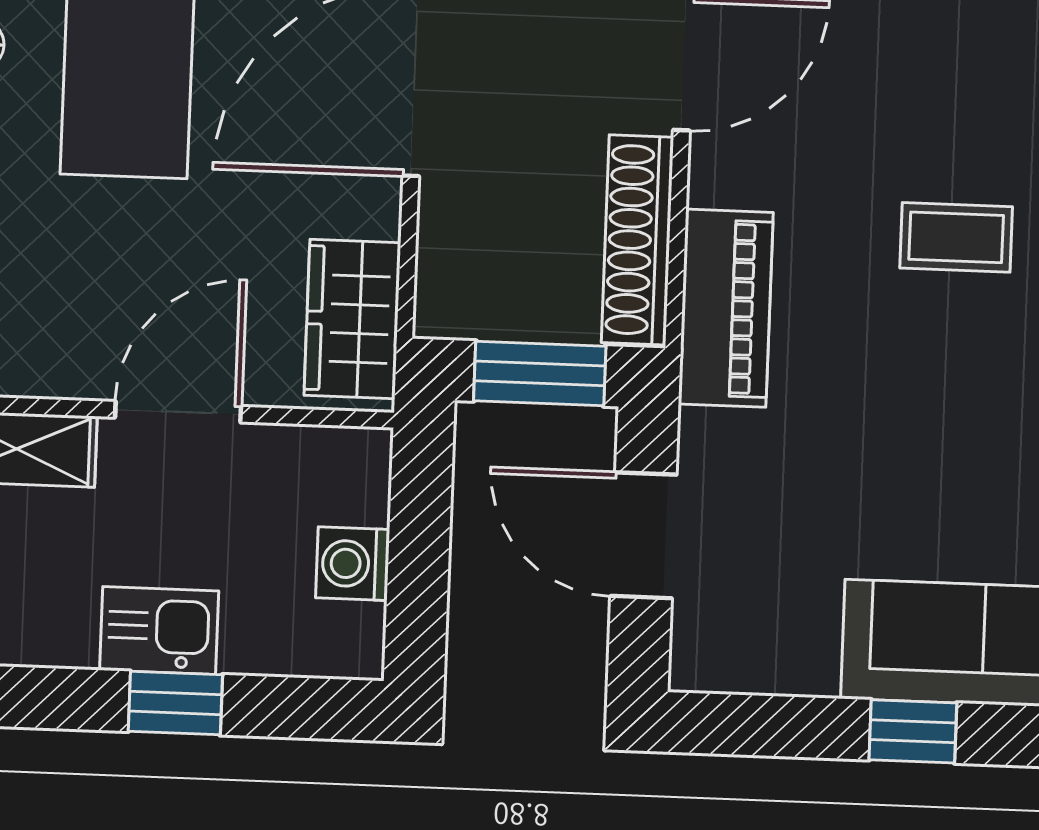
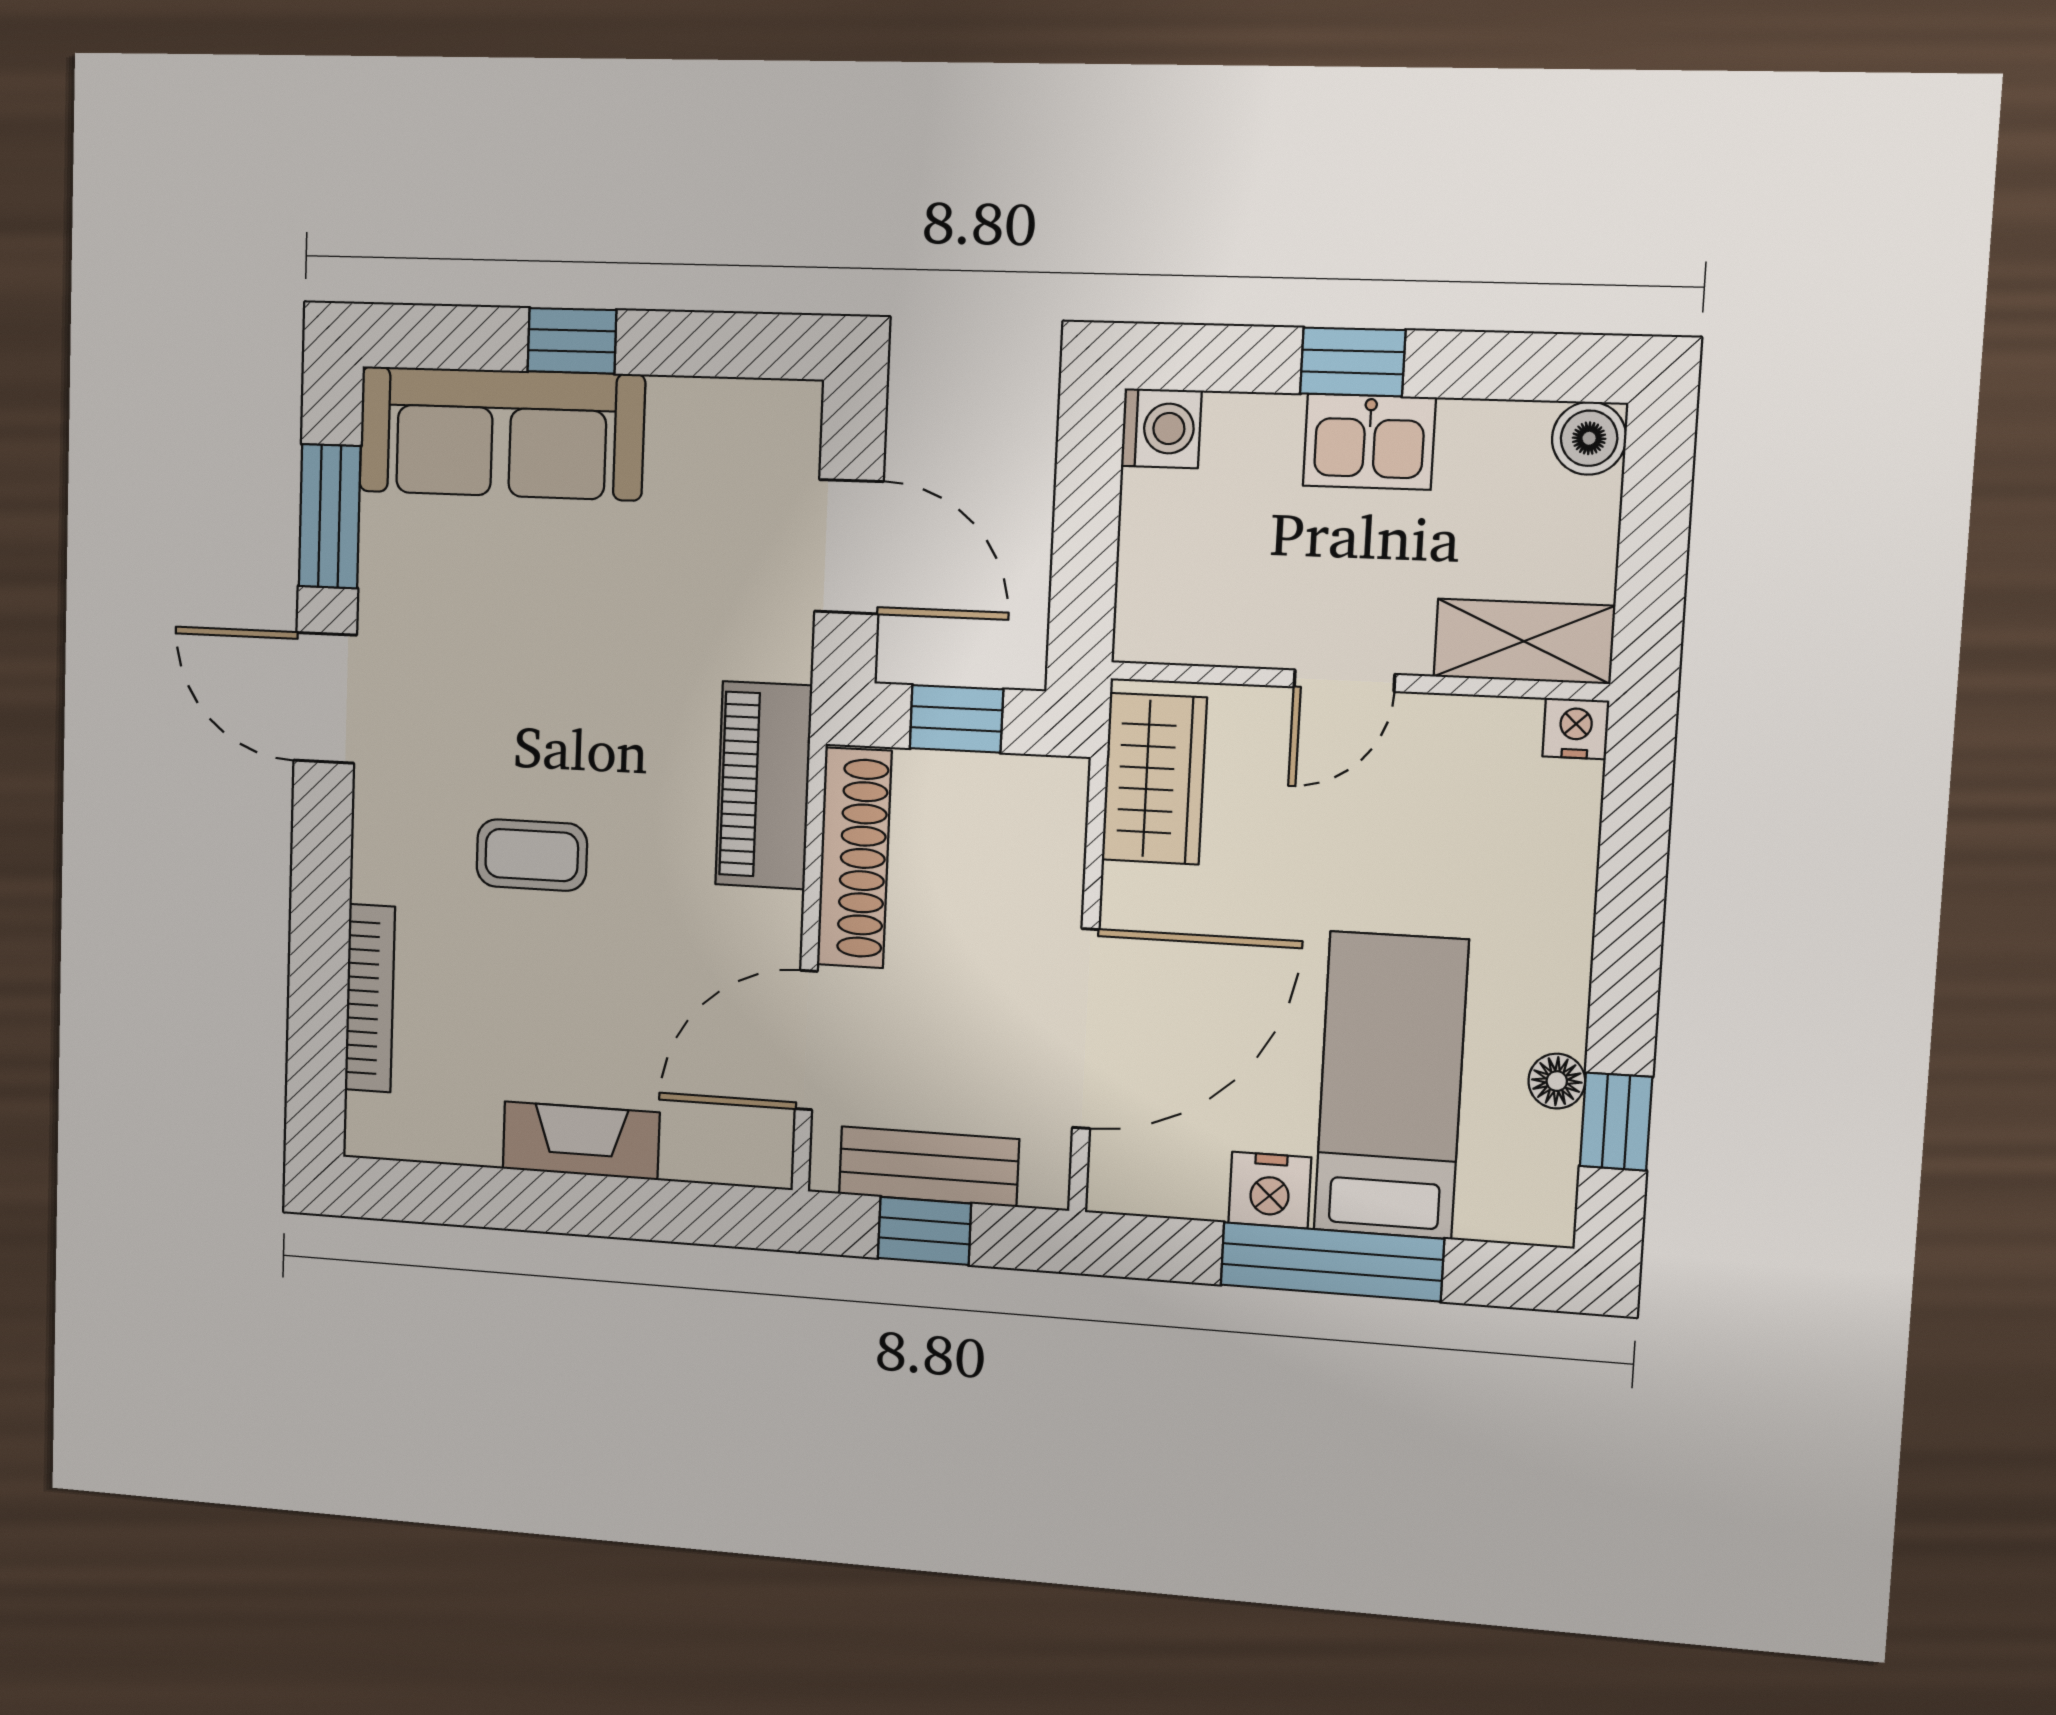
window: (540, 373) -> (956, 719), width x0.67
door: (178, 412) -> (1344, 681), width x0.73
washing machine: (353, 564) -> (1161, 428), moved

